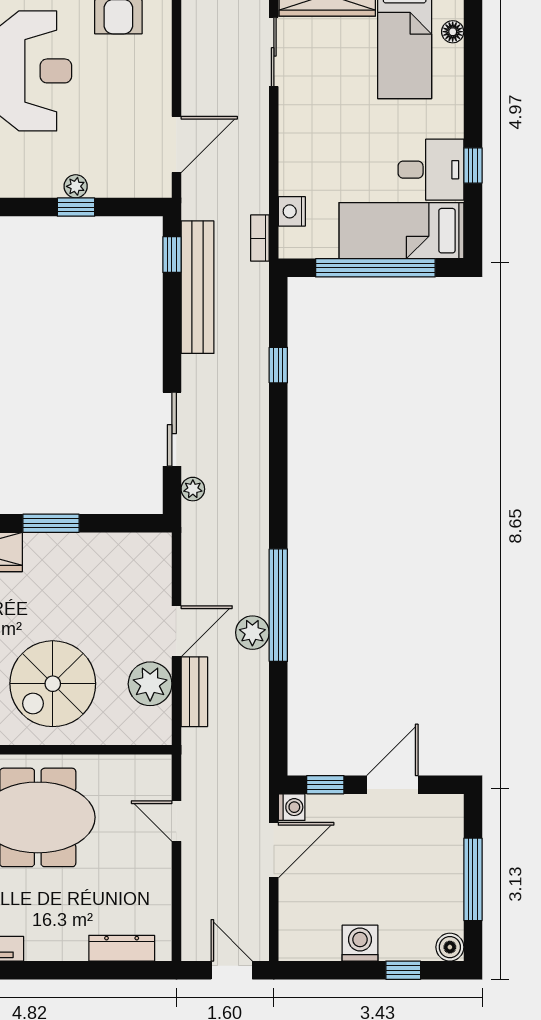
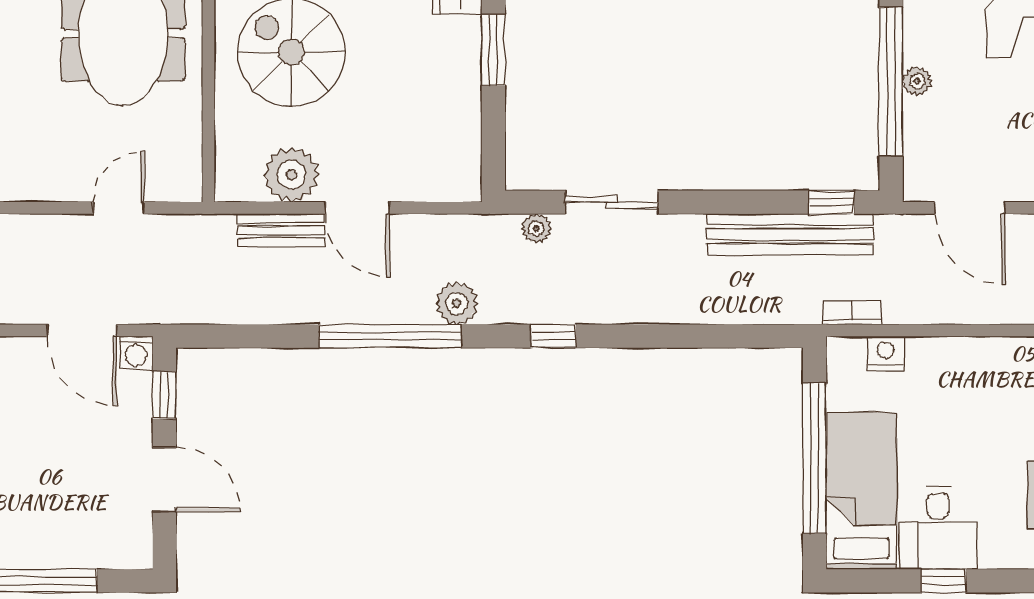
window: (76, 207) -> (891, 82), width x3.17
window: (278, 365) -> (553, 336), moved
plant: (252, 633) -> (457, 303), moved

